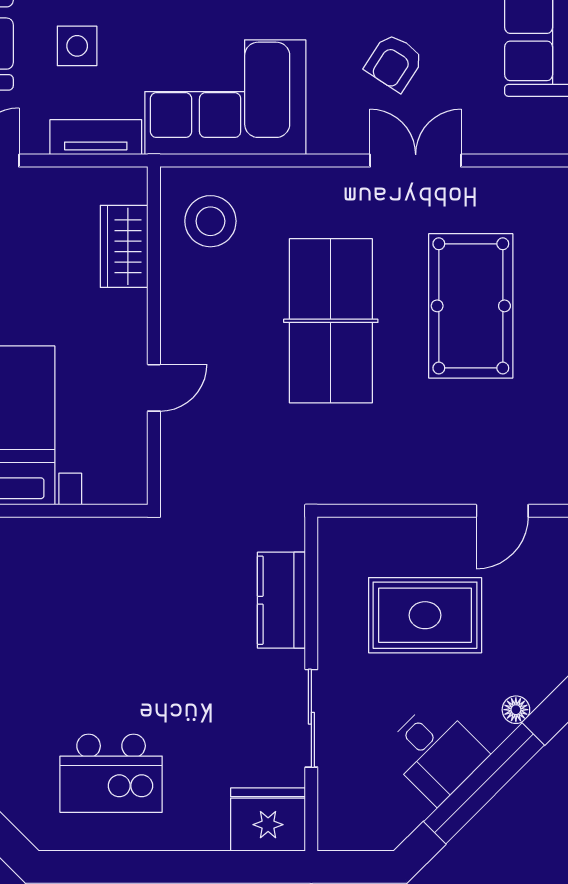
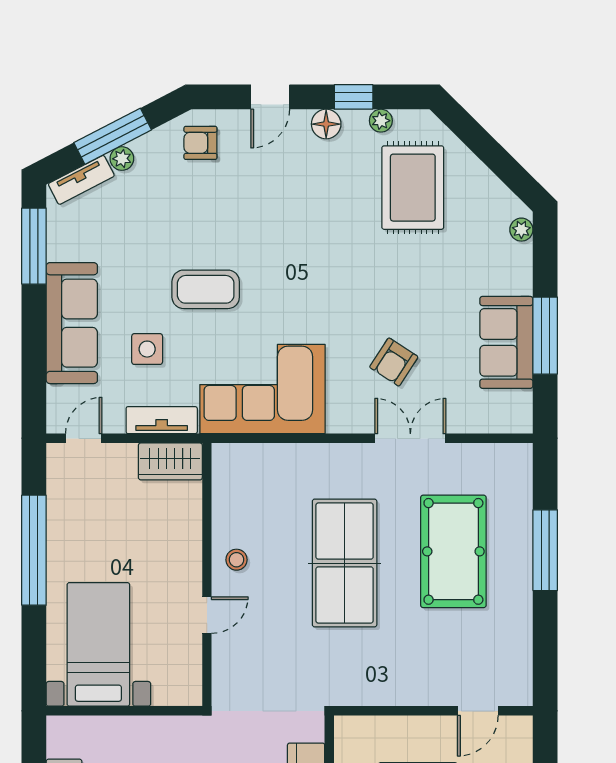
stool: (210, 221) -> (236, 560), moved, width x0.53, depth x0.53
wardrobe: (124, 246) -> (170, 461), moved, turned -90

